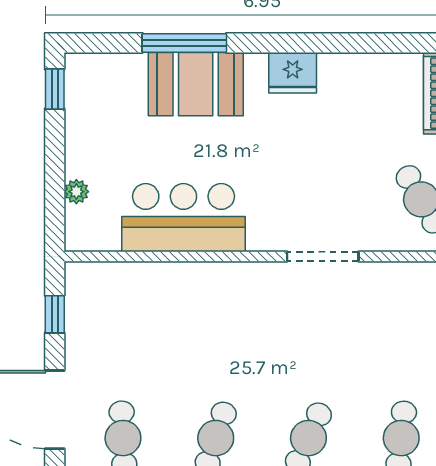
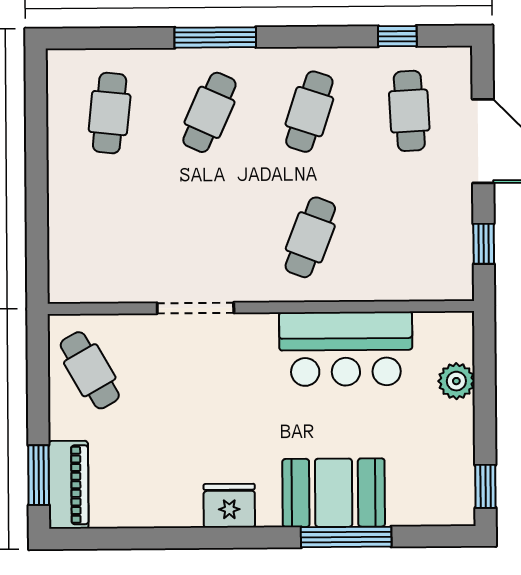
plant: (76, 192) -> (456, 381), width x1.38, depth x1.38
cafe table: (216, 321) -> (310, 237), added

